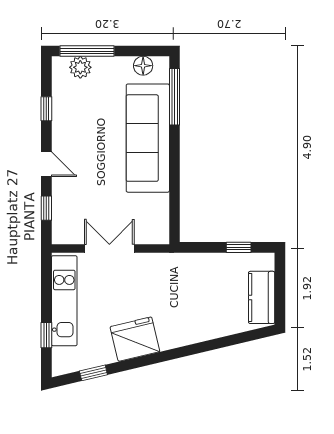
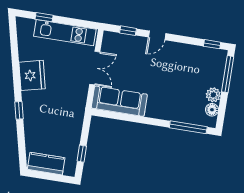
plant: (80, 67) -> (213, 95), moved
window: (46, 109) -> (212, 44), moved
sofa: (148, 138) -> (119, 101), moved, width x0.74, depth x0.79
window: (93, 373) -> (19, 110), moved

